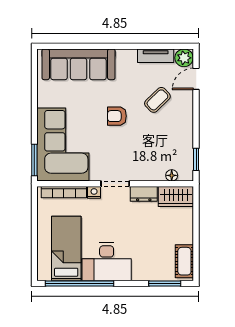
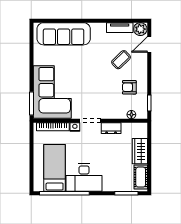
armchair: (117, 116) -> (129, 87), moved
wardrobe: (176, 197) -> (140, 151), moved, turned 90

